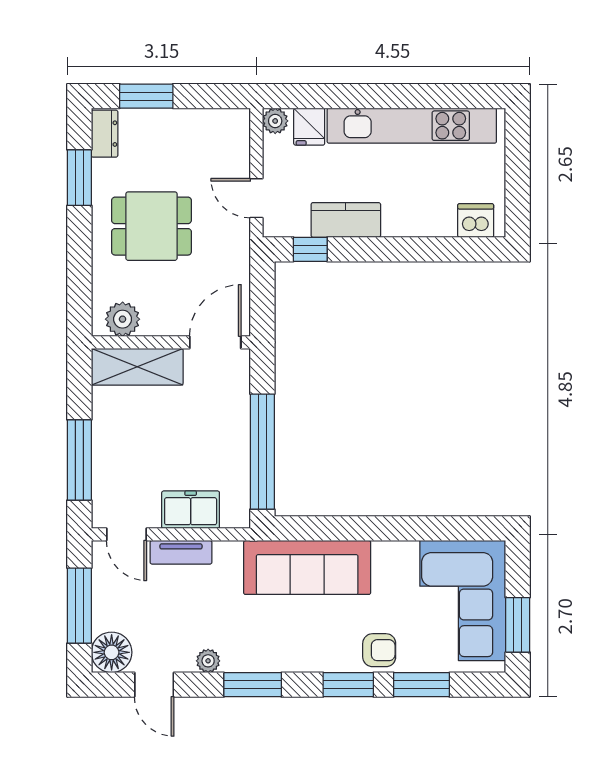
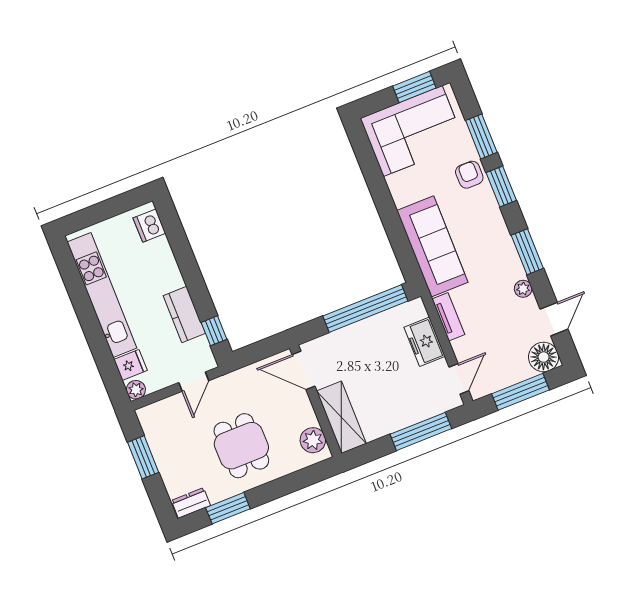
window: (146, 96) -> (143, 457), moved
tv unit: (181, 552) -> (448, 317), moved

